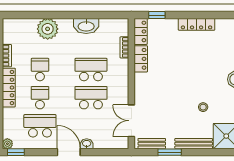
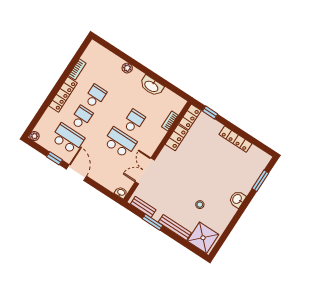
plant: (48, 29) -> (127, 68), width x0.53, depth x0.53
school desk: (91, 70) -> (134, 121), width x0.54
double door: (131, 121) -> (145, 171), moved
washbasin: (87, 144) -> (121, 193), moved
window: (16, 152) -> (54, 158), moved

